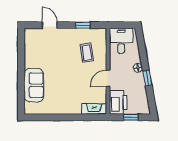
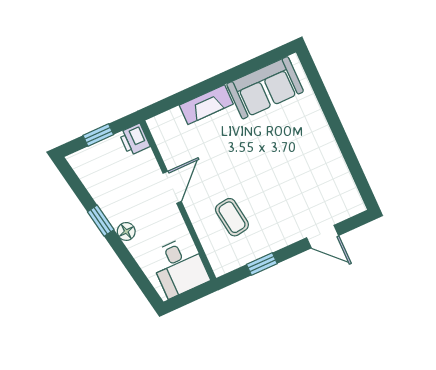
sofa: (34, 85) -> (265, 88), moved, turned -90
printer: (118, 102) -> (134, 139), width x0.53, depth x0.68
fireplace: (94, 109) -> (206, 105), moved

